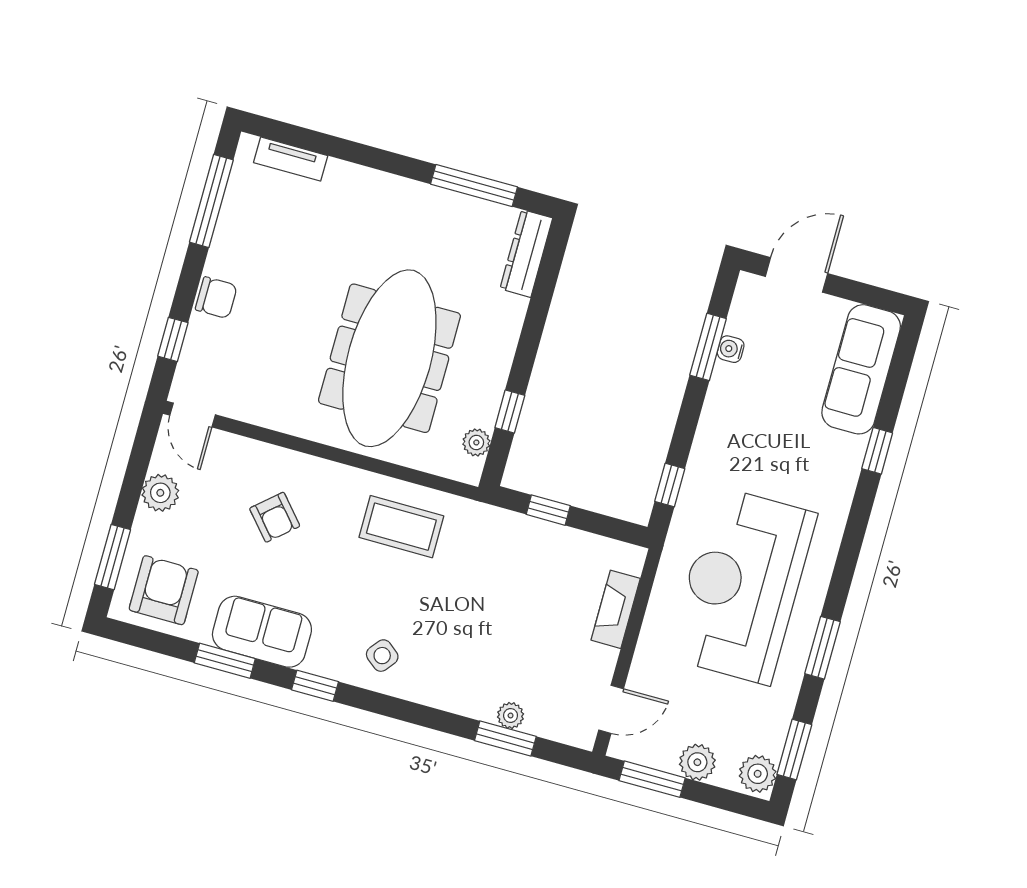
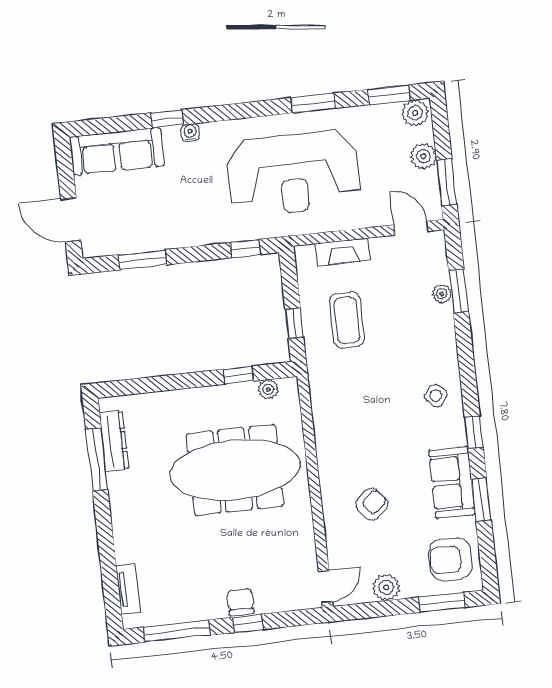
dresser: (526, 253) -> (114, 441), moved, turned -90
window: (173, 339) -> (248, 623), moved
water cooler: (731, 349) -> (190, 133), moved, turned 180
coffee table: (401, 527) -> (347, 320), moved

